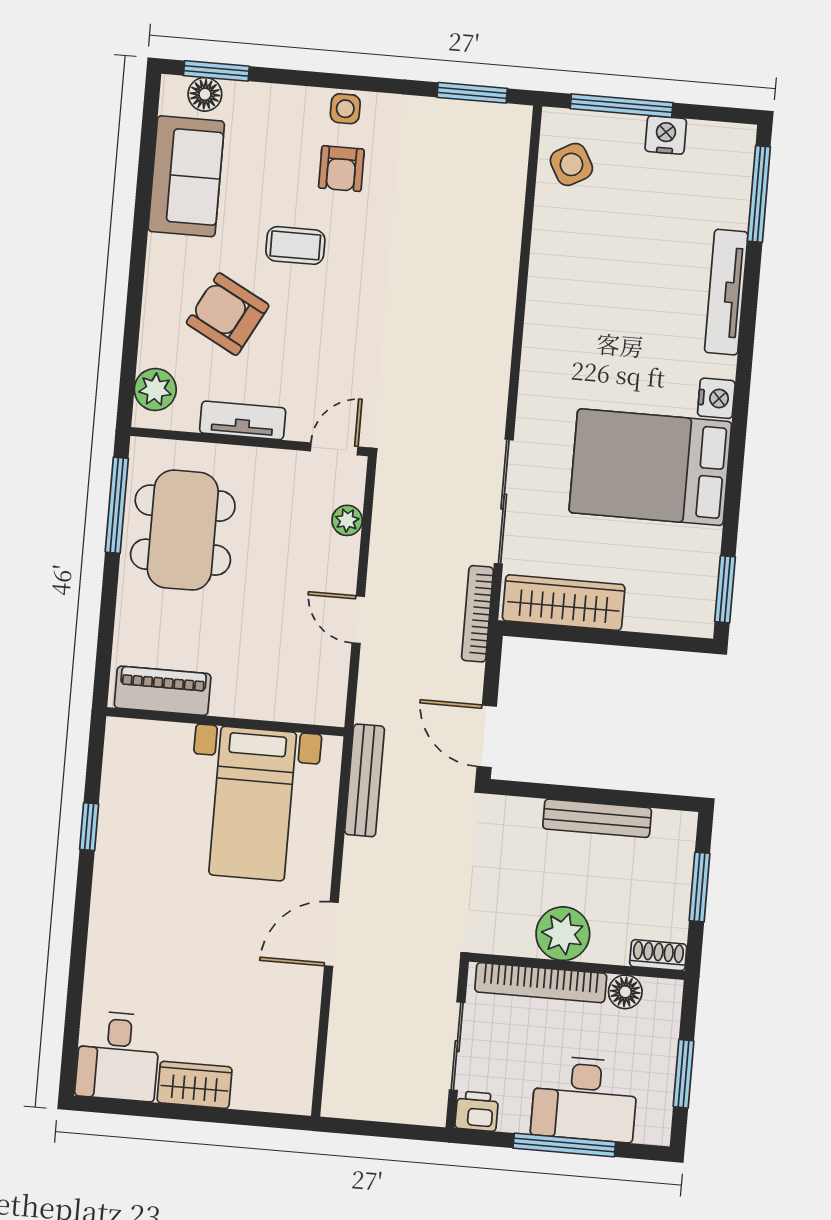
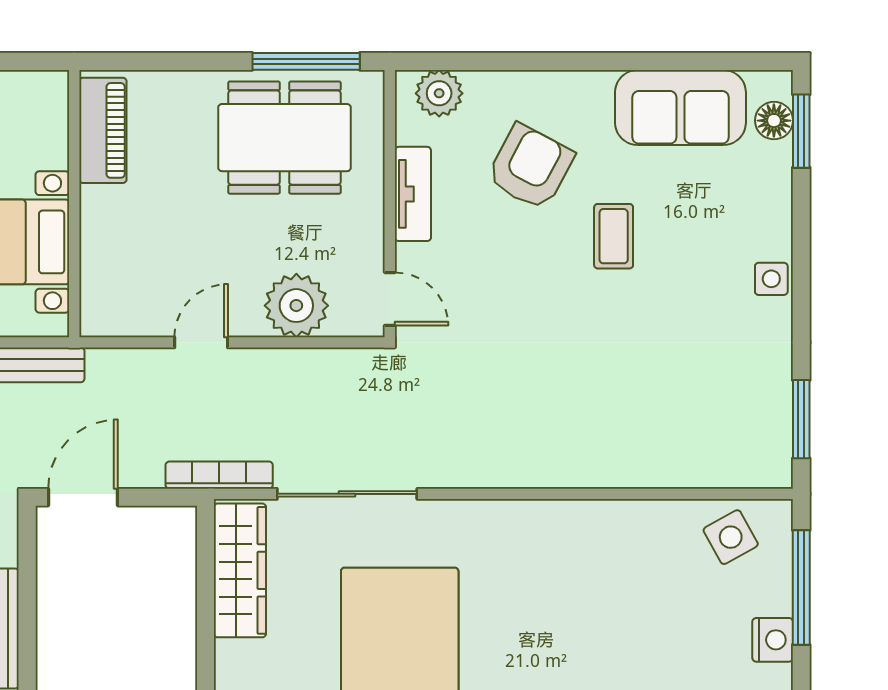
armchair: (341, 169) -> (704, 280), removed
plant: (347, 520) -> (296, 306), width x1.88, depth x1.88

